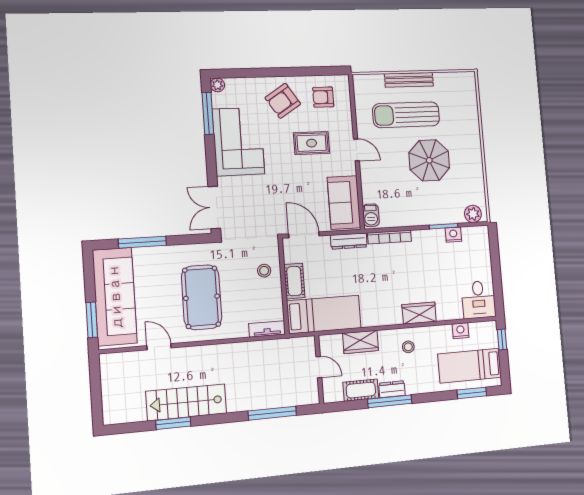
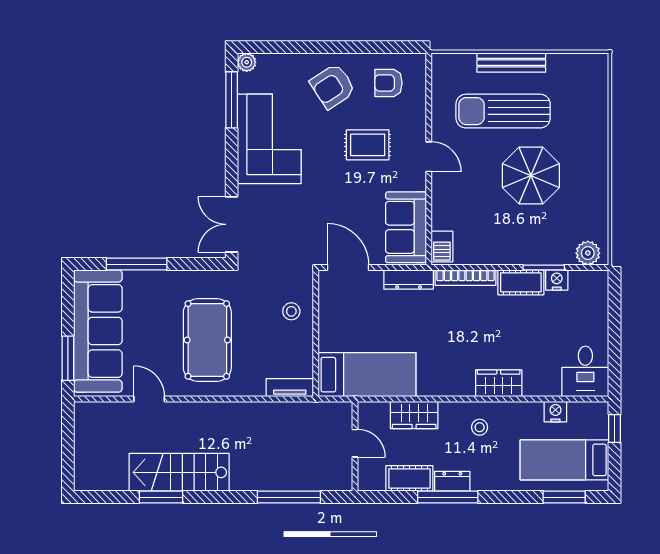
cot: (294, 281) -> (521, 282), moved, turned 90

